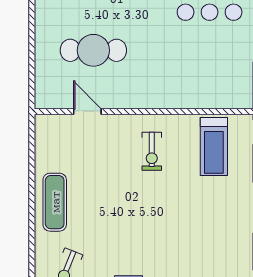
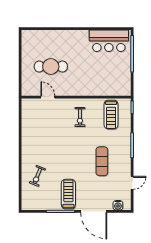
exercise mat: (55, 202) -> (102, 161), moved

